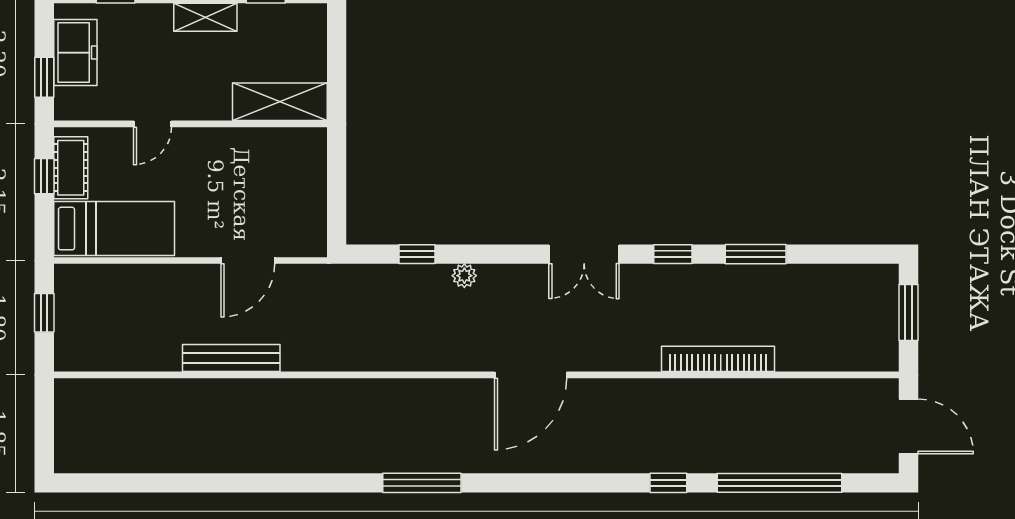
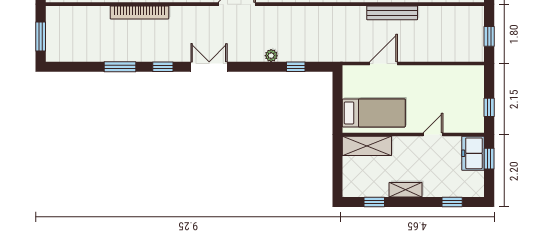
freezer: (75, 53) -> (473, 153), moved
cot: (71, 168) -> (475, 112), removed
bed: (114, 229) -> (374, 113), moved, turned 180

